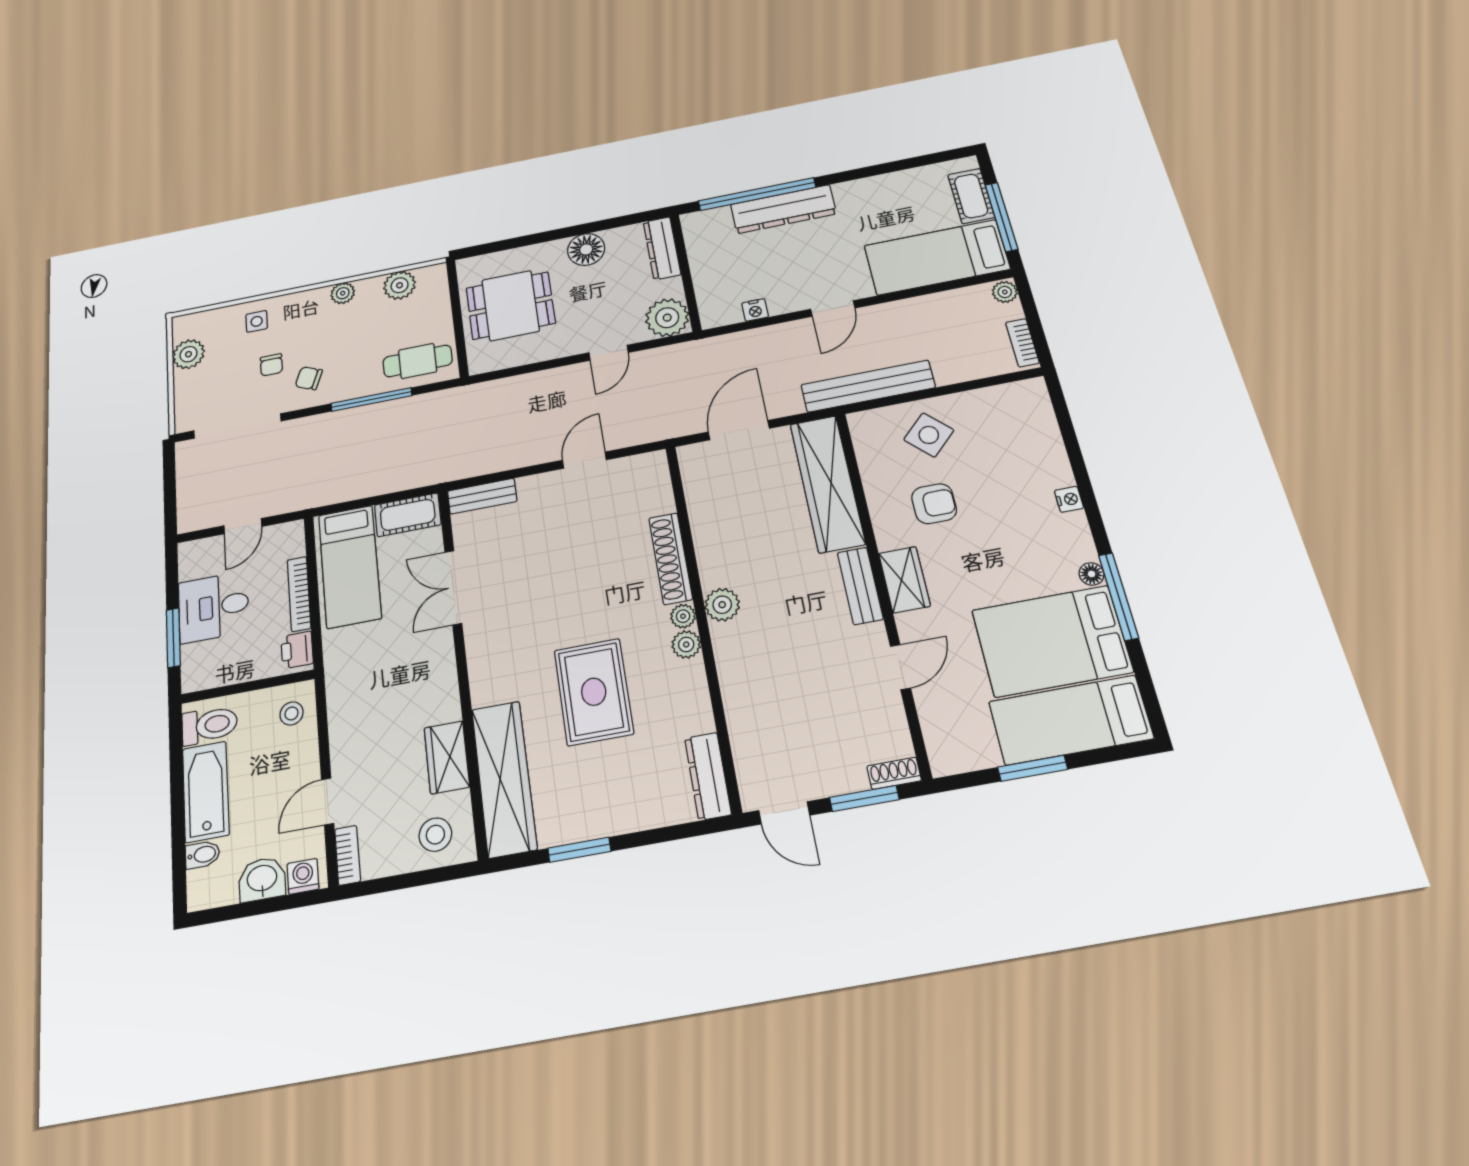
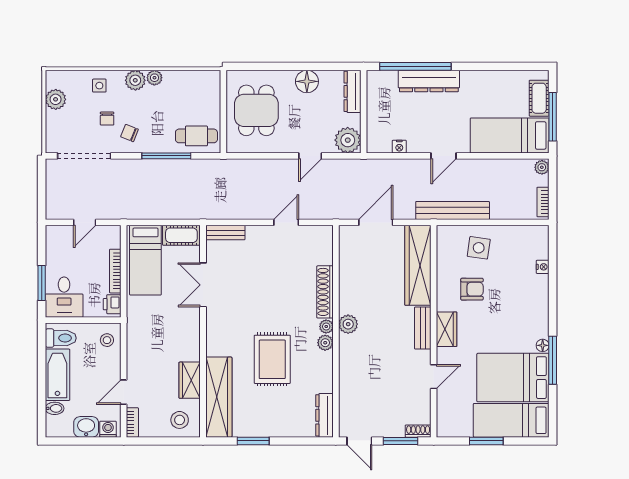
plant: (400, 285) -> (135, 80), moved
dining table: (511, 306) -> (256, 110), turned 90
side table: (929, 435) -> (479, 248), turned -37
nightstand: (1069, 499) -> (543, 267), moved
desk: (214, 607) -> (64, 297), moved, turned -90

